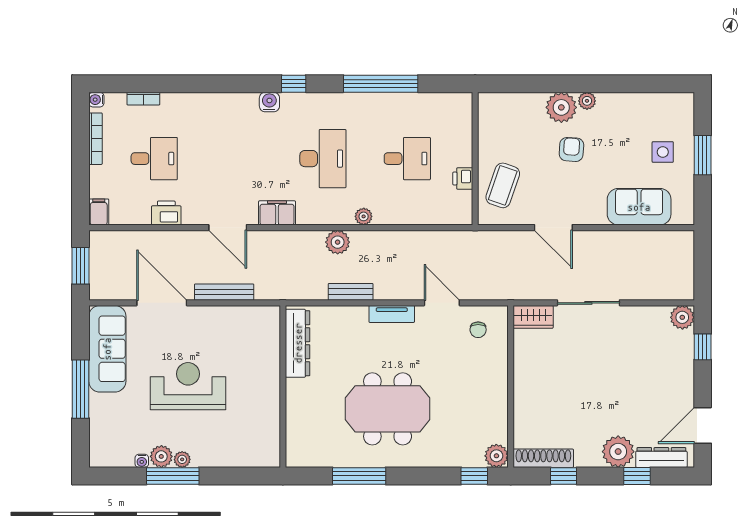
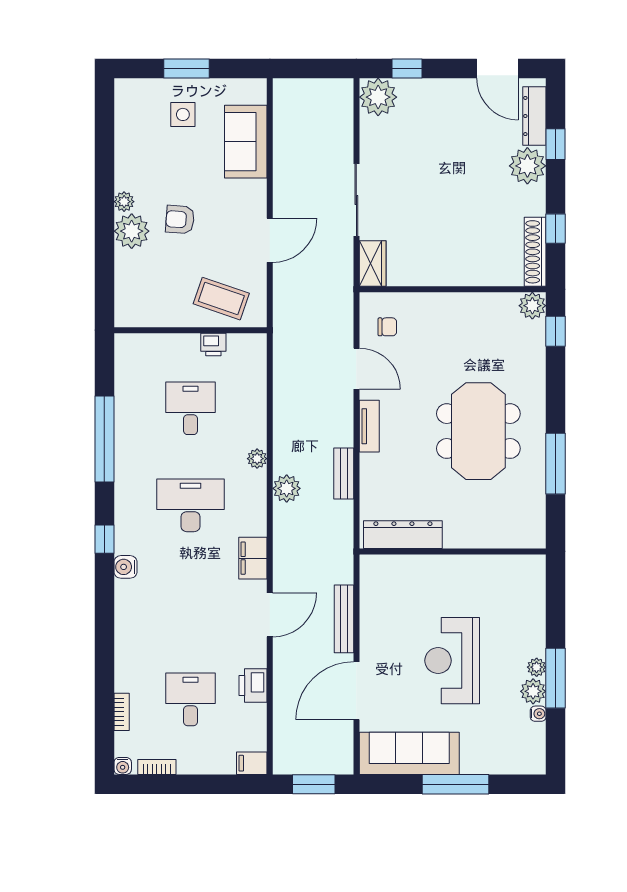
bookcase: (95, 139) -> (157, 767), width x0.64
door: (442, 303) -> (356, 369), swing flipped
plant: (682, 317) -> (378, 97), width x1.36, depth x1.36

